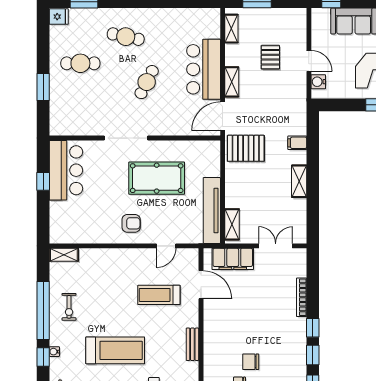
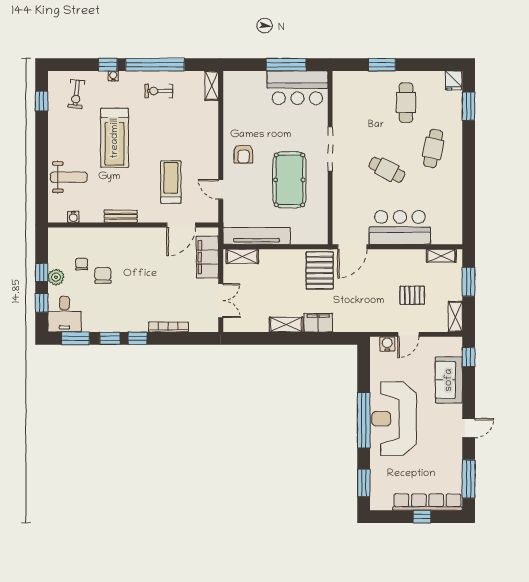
shelving: (232, 82) -> (455, 317), moved, turned 90
door: (223, 116) -> (352, 247), swing flipped
filing cabinet: (297, 143) -> (318, 323), width x2.00
window: (43, 181) -> (286, 65), width x2.17

